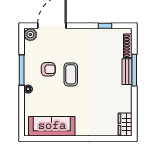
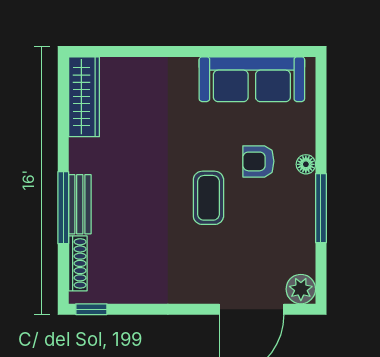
window: (105, 26) -> (91, 309), moved
armchair: (48, 69) -> (258, 161), moved
wardrobe: (125, 124) -> (84, 97), width x1.50

